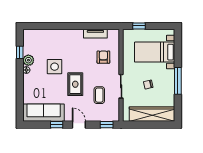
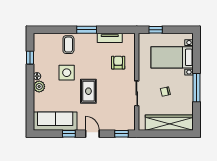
window: (73, 26) -> (87, 30), added
plant: (28, 60) -> (39, 86), moved
coffee table: (99, 95) -> (68, 45), moved

